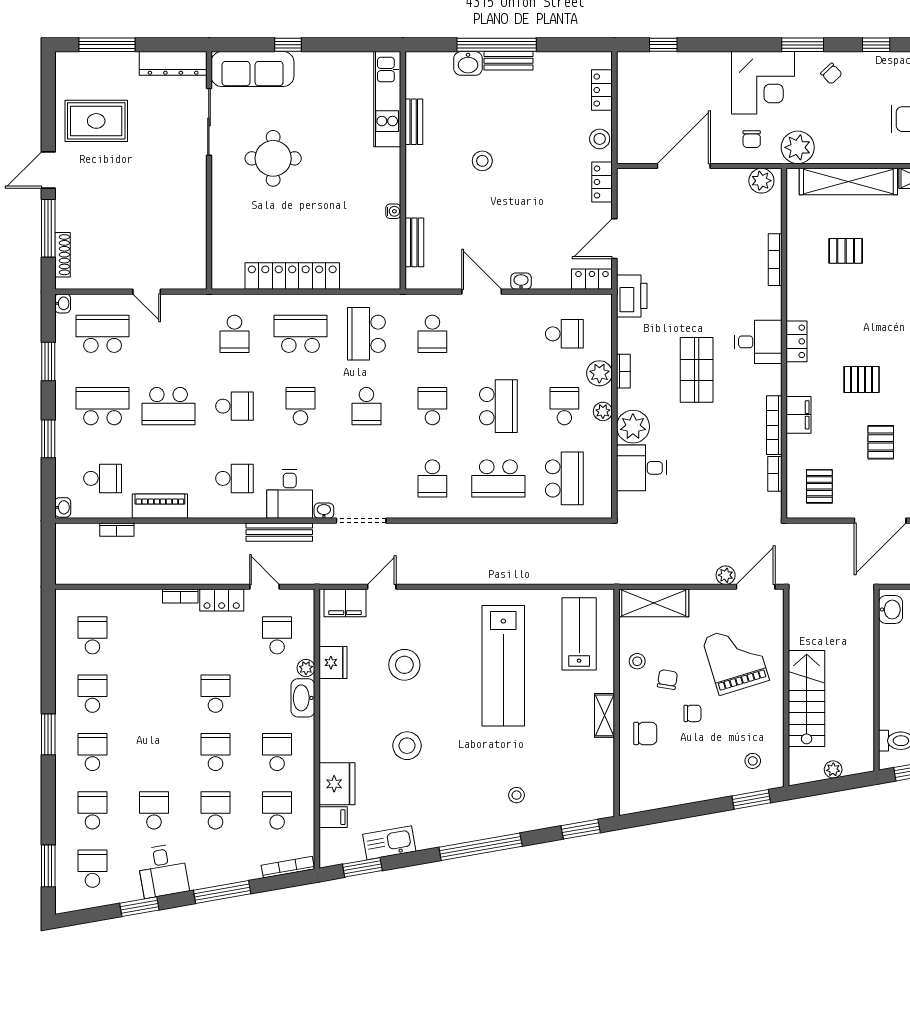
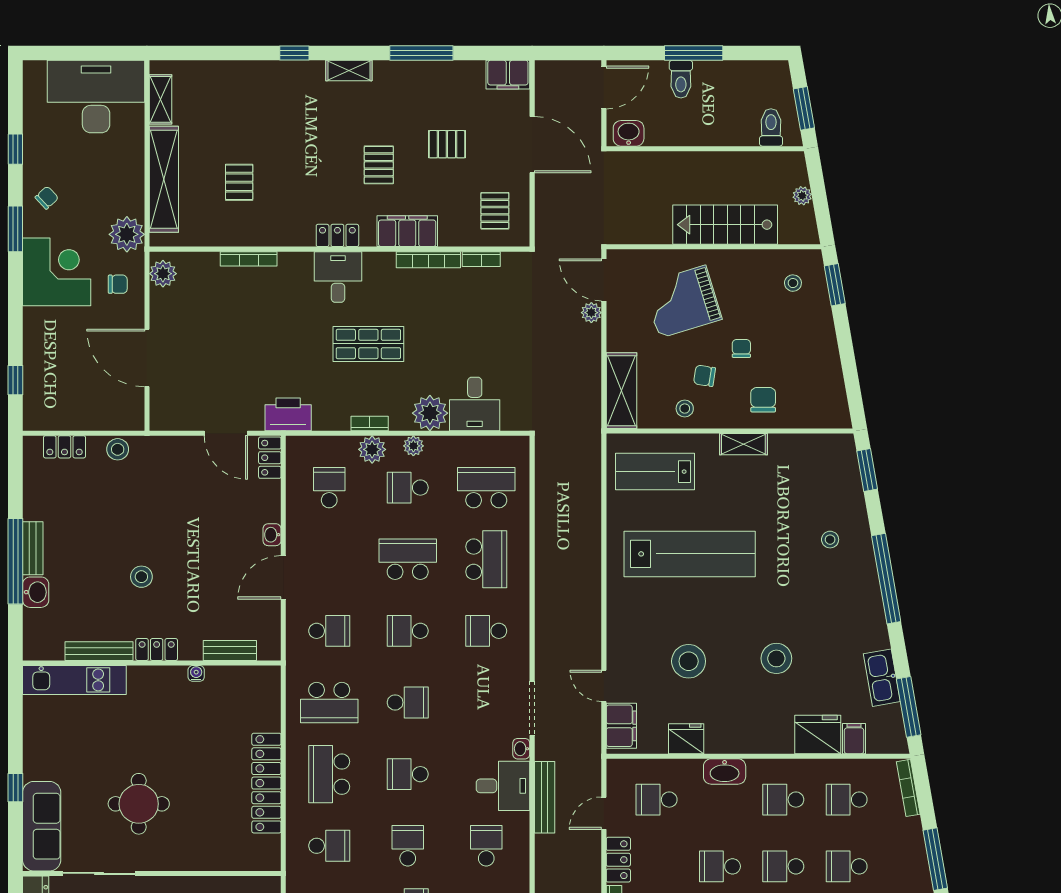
bench: (414, 122) -> (99, 651), width x1.36
locker: (602, 182) -> (157, 650), moved, turned 180
filing cabinet: (799, 415) -> (407, 231), width x1.50, depth x1.17
school desk: (432, 478) -> (486, 631), turned 180
pallet: (819, 486) -> (495, 211), turned 90
plant: (306, 668) -> (692, 768), removed
window: (362, 867) -> (909, 707), width x1.44

